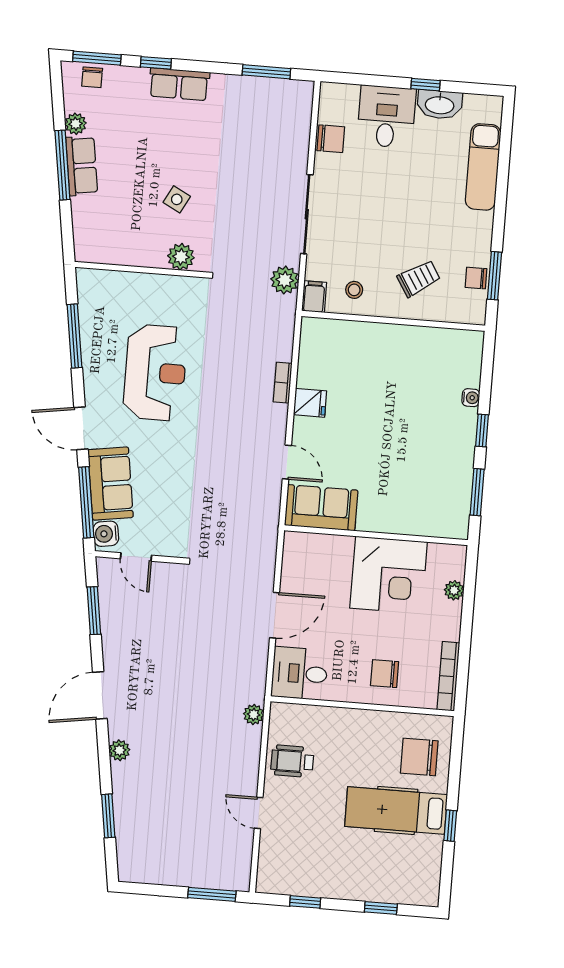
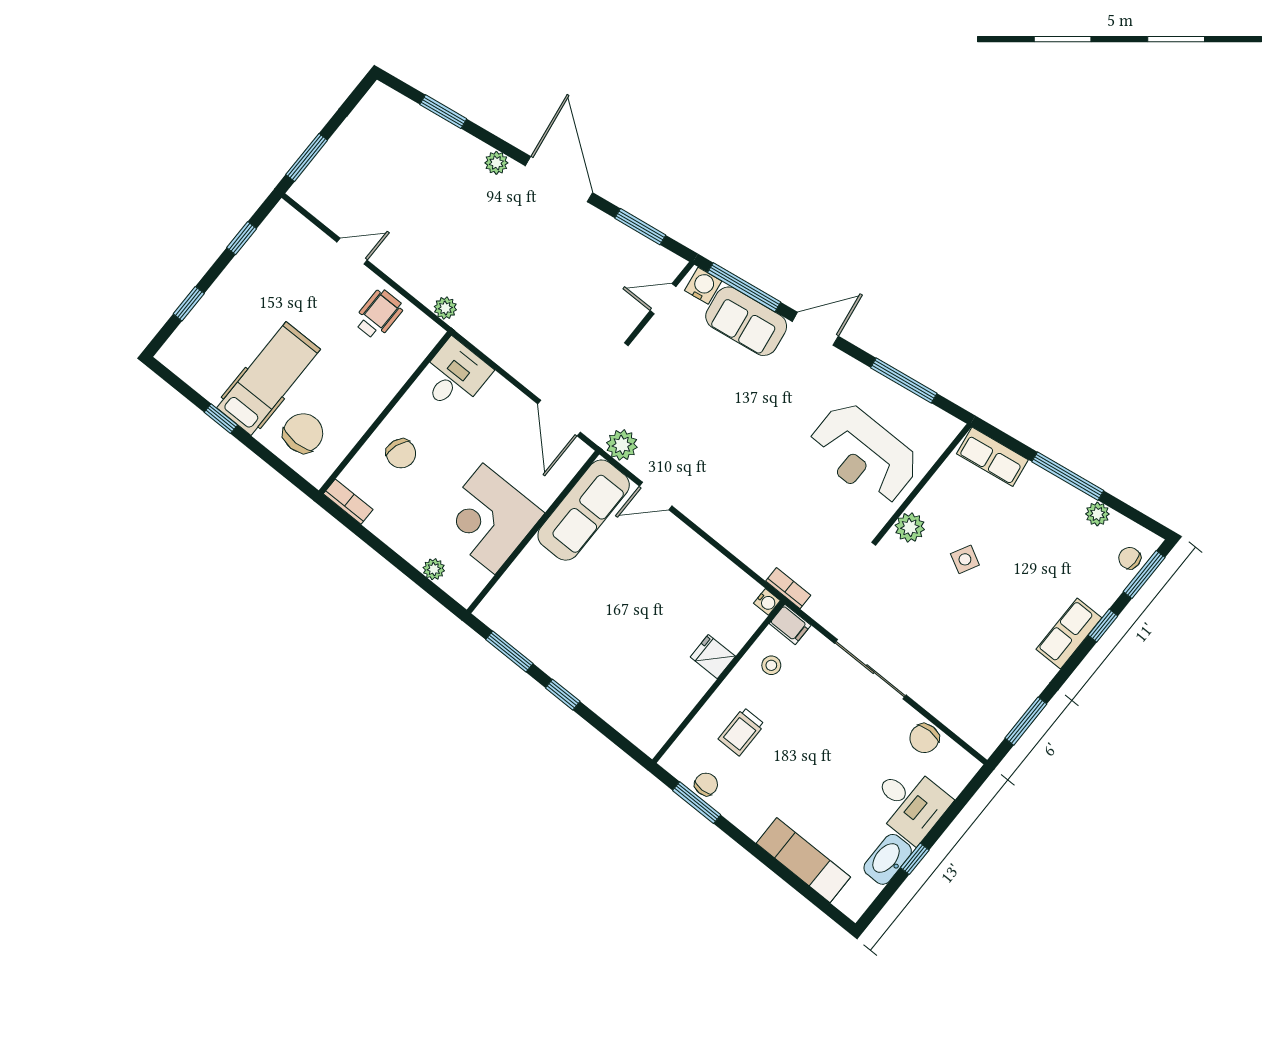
row of seats: (82, 166) -> (992, 457), moved
trolley: (419, 278) -> (741, 732), turned 32
plant: (285, 280) -> (622, 445), moved
reception desk: (155, 373) -> (864, 454), moved
bookcase: (283, 383) -> (788, 588), moved
water cooler: (471, 398) -> (767, 602), moved, turned -90
fridge: (310, 403) -> (713, 657), moved, turned 90
sofa: (321, 508) -> (584, 510), width x1.36
door: (275, 615) -> (559, 418), moved
chair: (385, 674) -> (401, 453), turned 110
bookcase: (448, 676) -> (348, 502), width x0.64
door: (100, 695) -> (559, 179), width x1.36

